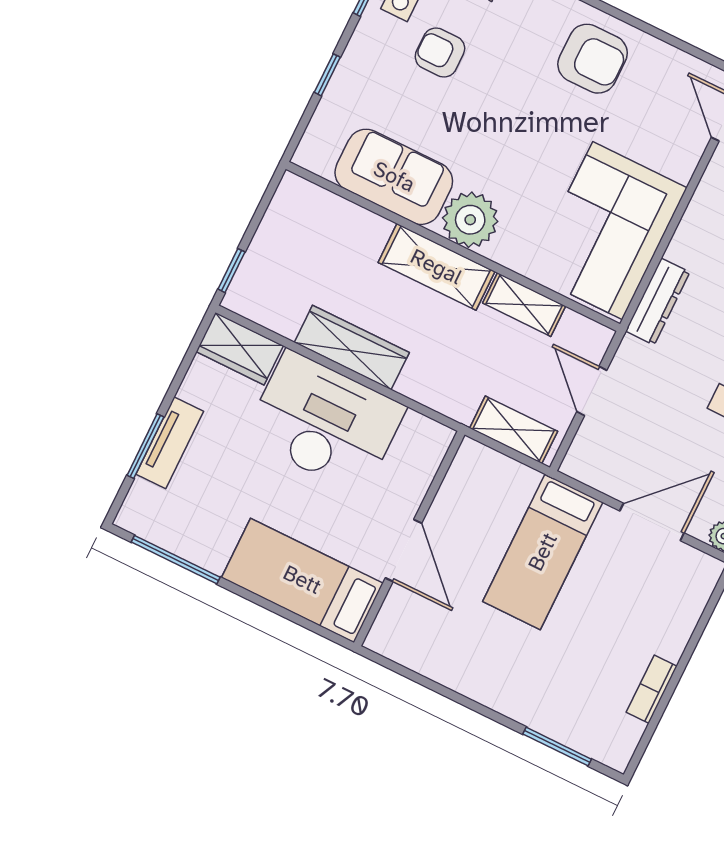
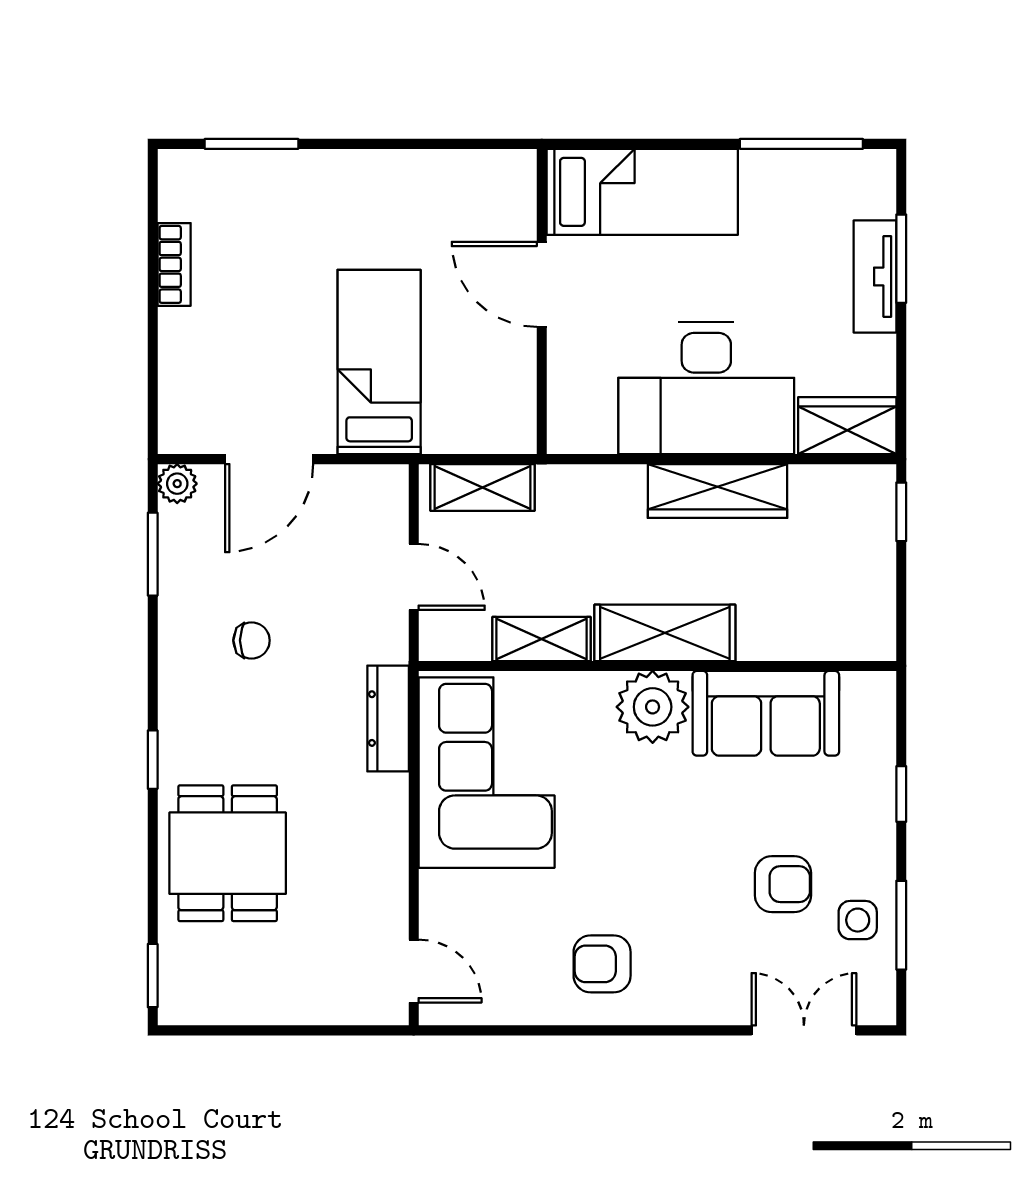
armchair: (593, 59) -> (602, 964), width x0.72, depth x0.72

